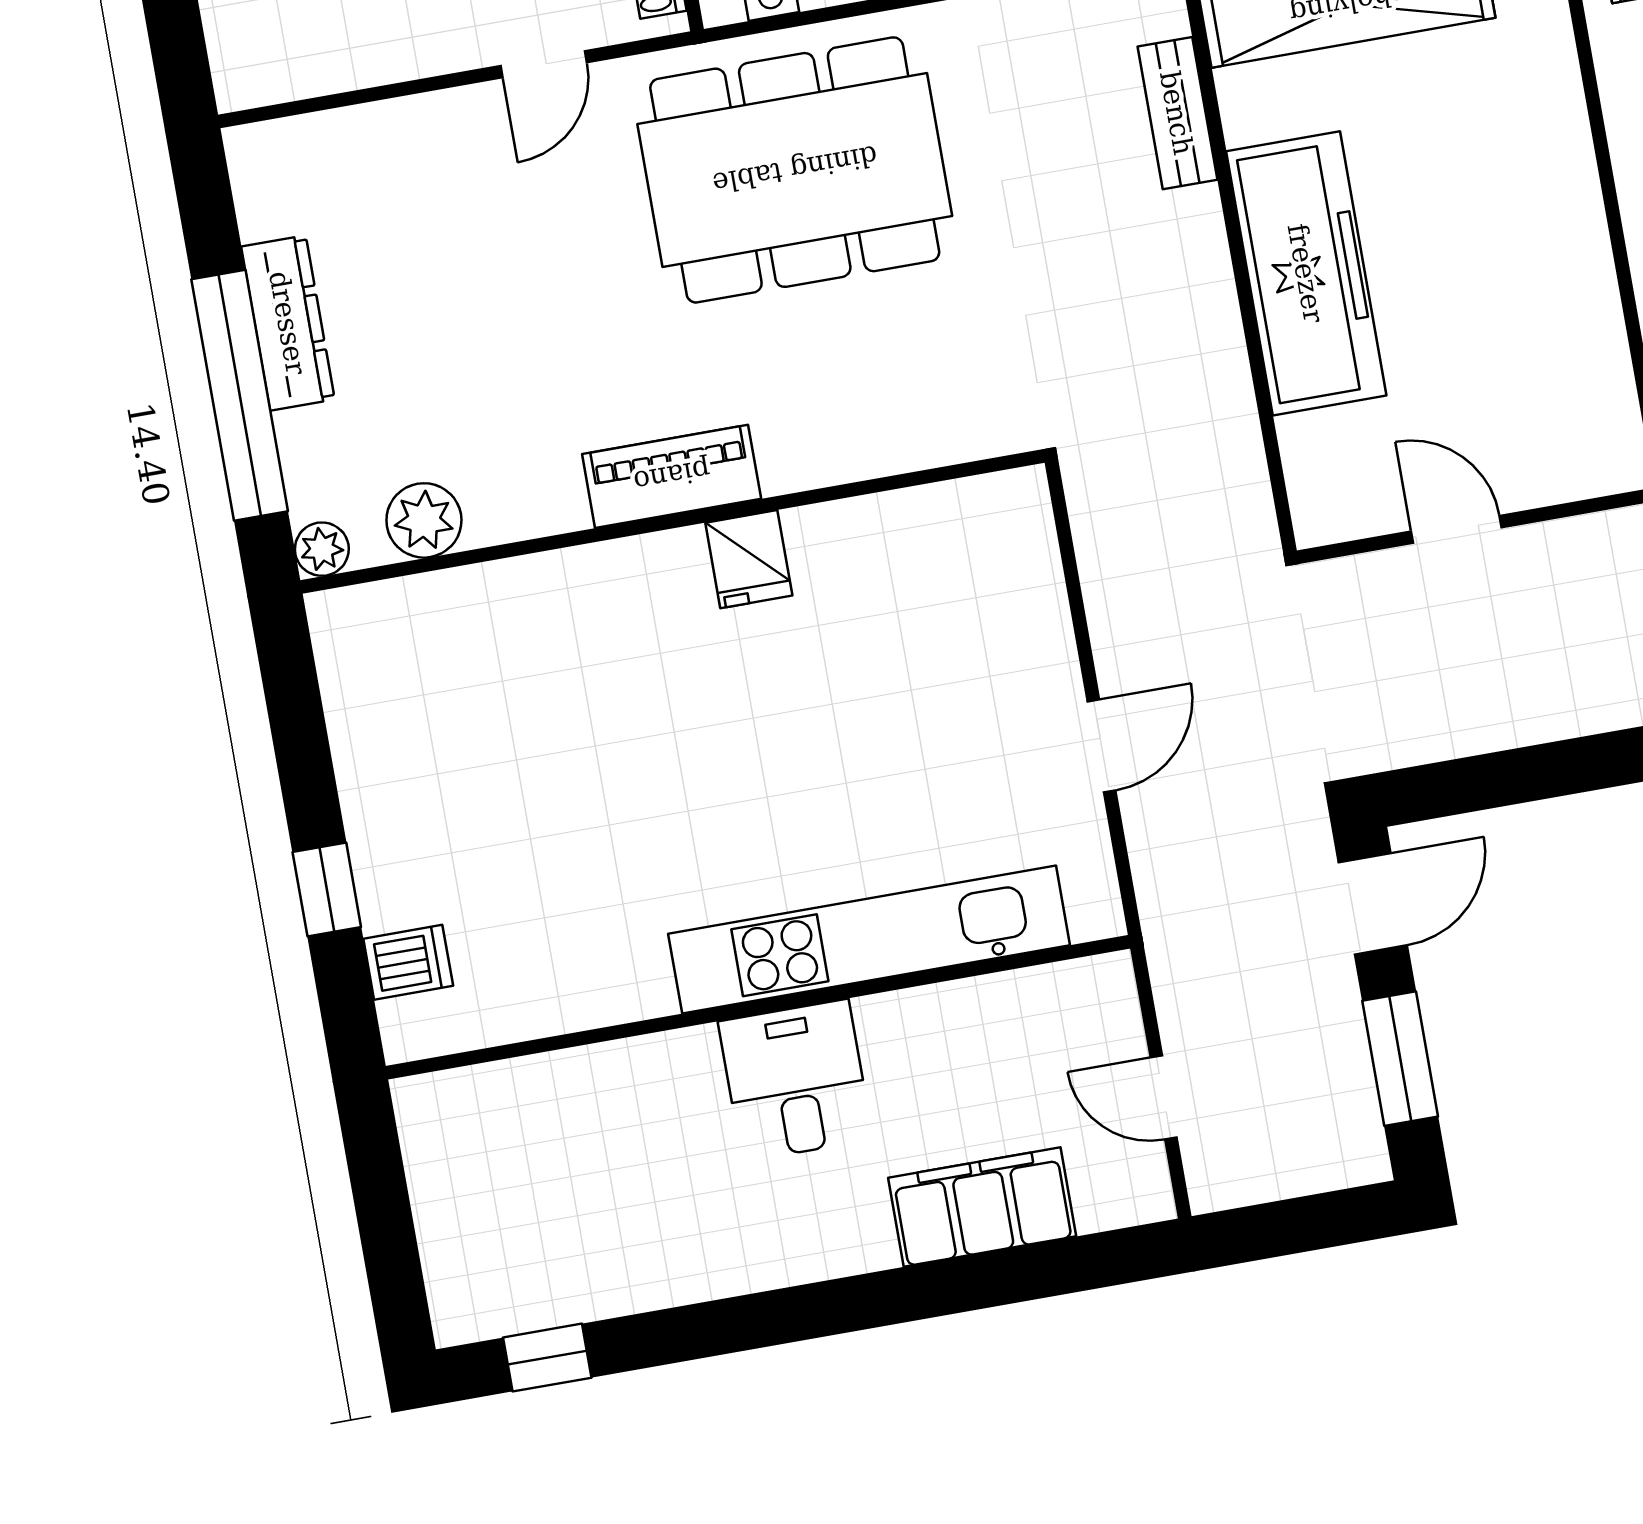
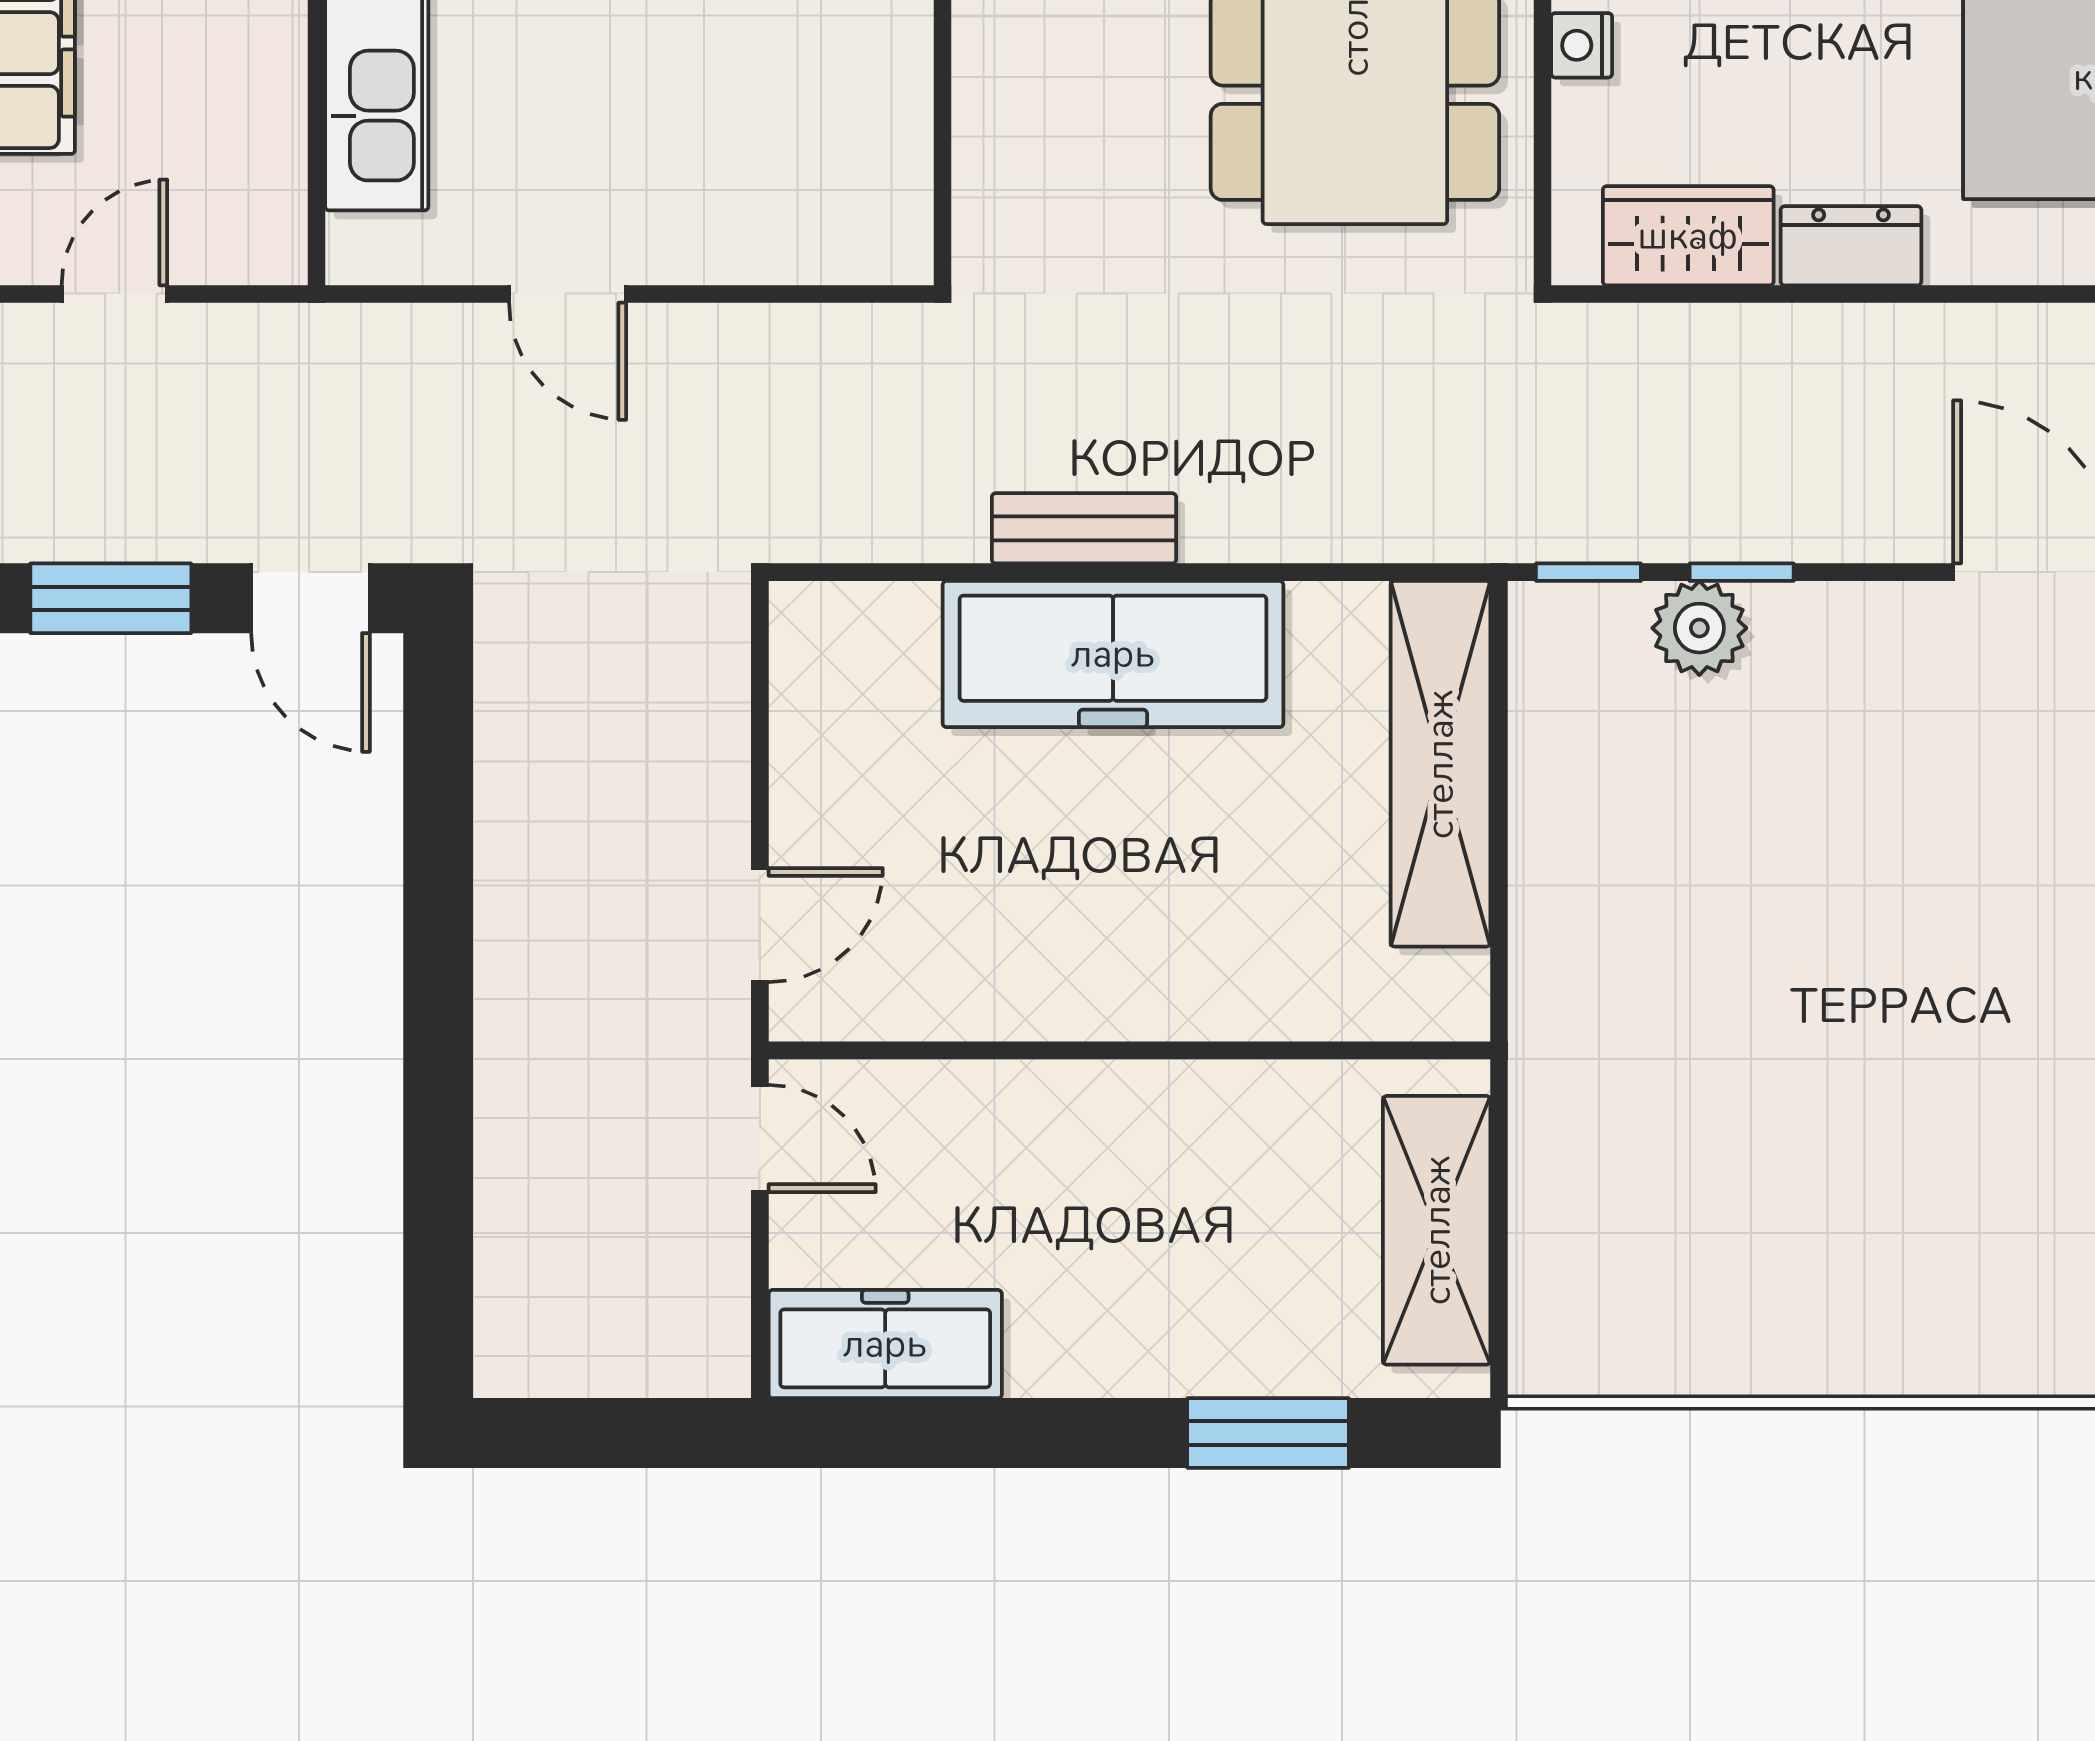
bench: (1177, 113) -> (1084, 528), moved
door: (1456, 529) -> (760, 925), moved

